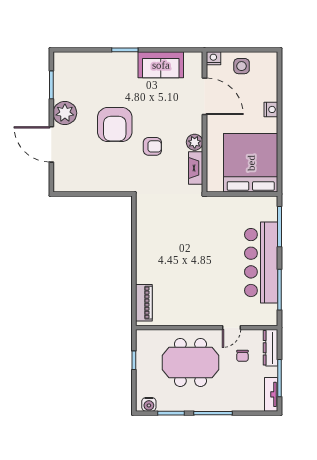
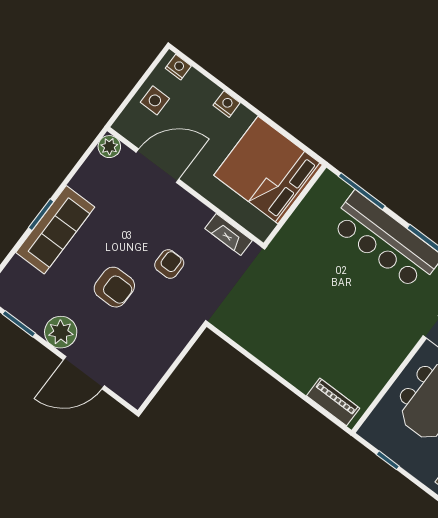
nightstand: (213, 58) -> (178, 67), moved, turned 90
sofa: (161, 65) -> (55, 230), moved, width x1.36
armchair: (115, 125) -> (114, 287), width x0.73, depth x0.73
plant: (195, 142) -> (109, 147), moved

